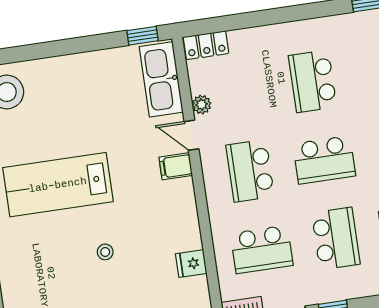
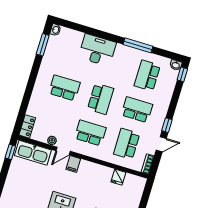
school desk: (313, 81) -> (64, 88), turned 180
school desk: (250, 171) -> (90, 133), turned 180
school desk: (262, 249) -> (127, 144), turned 180

